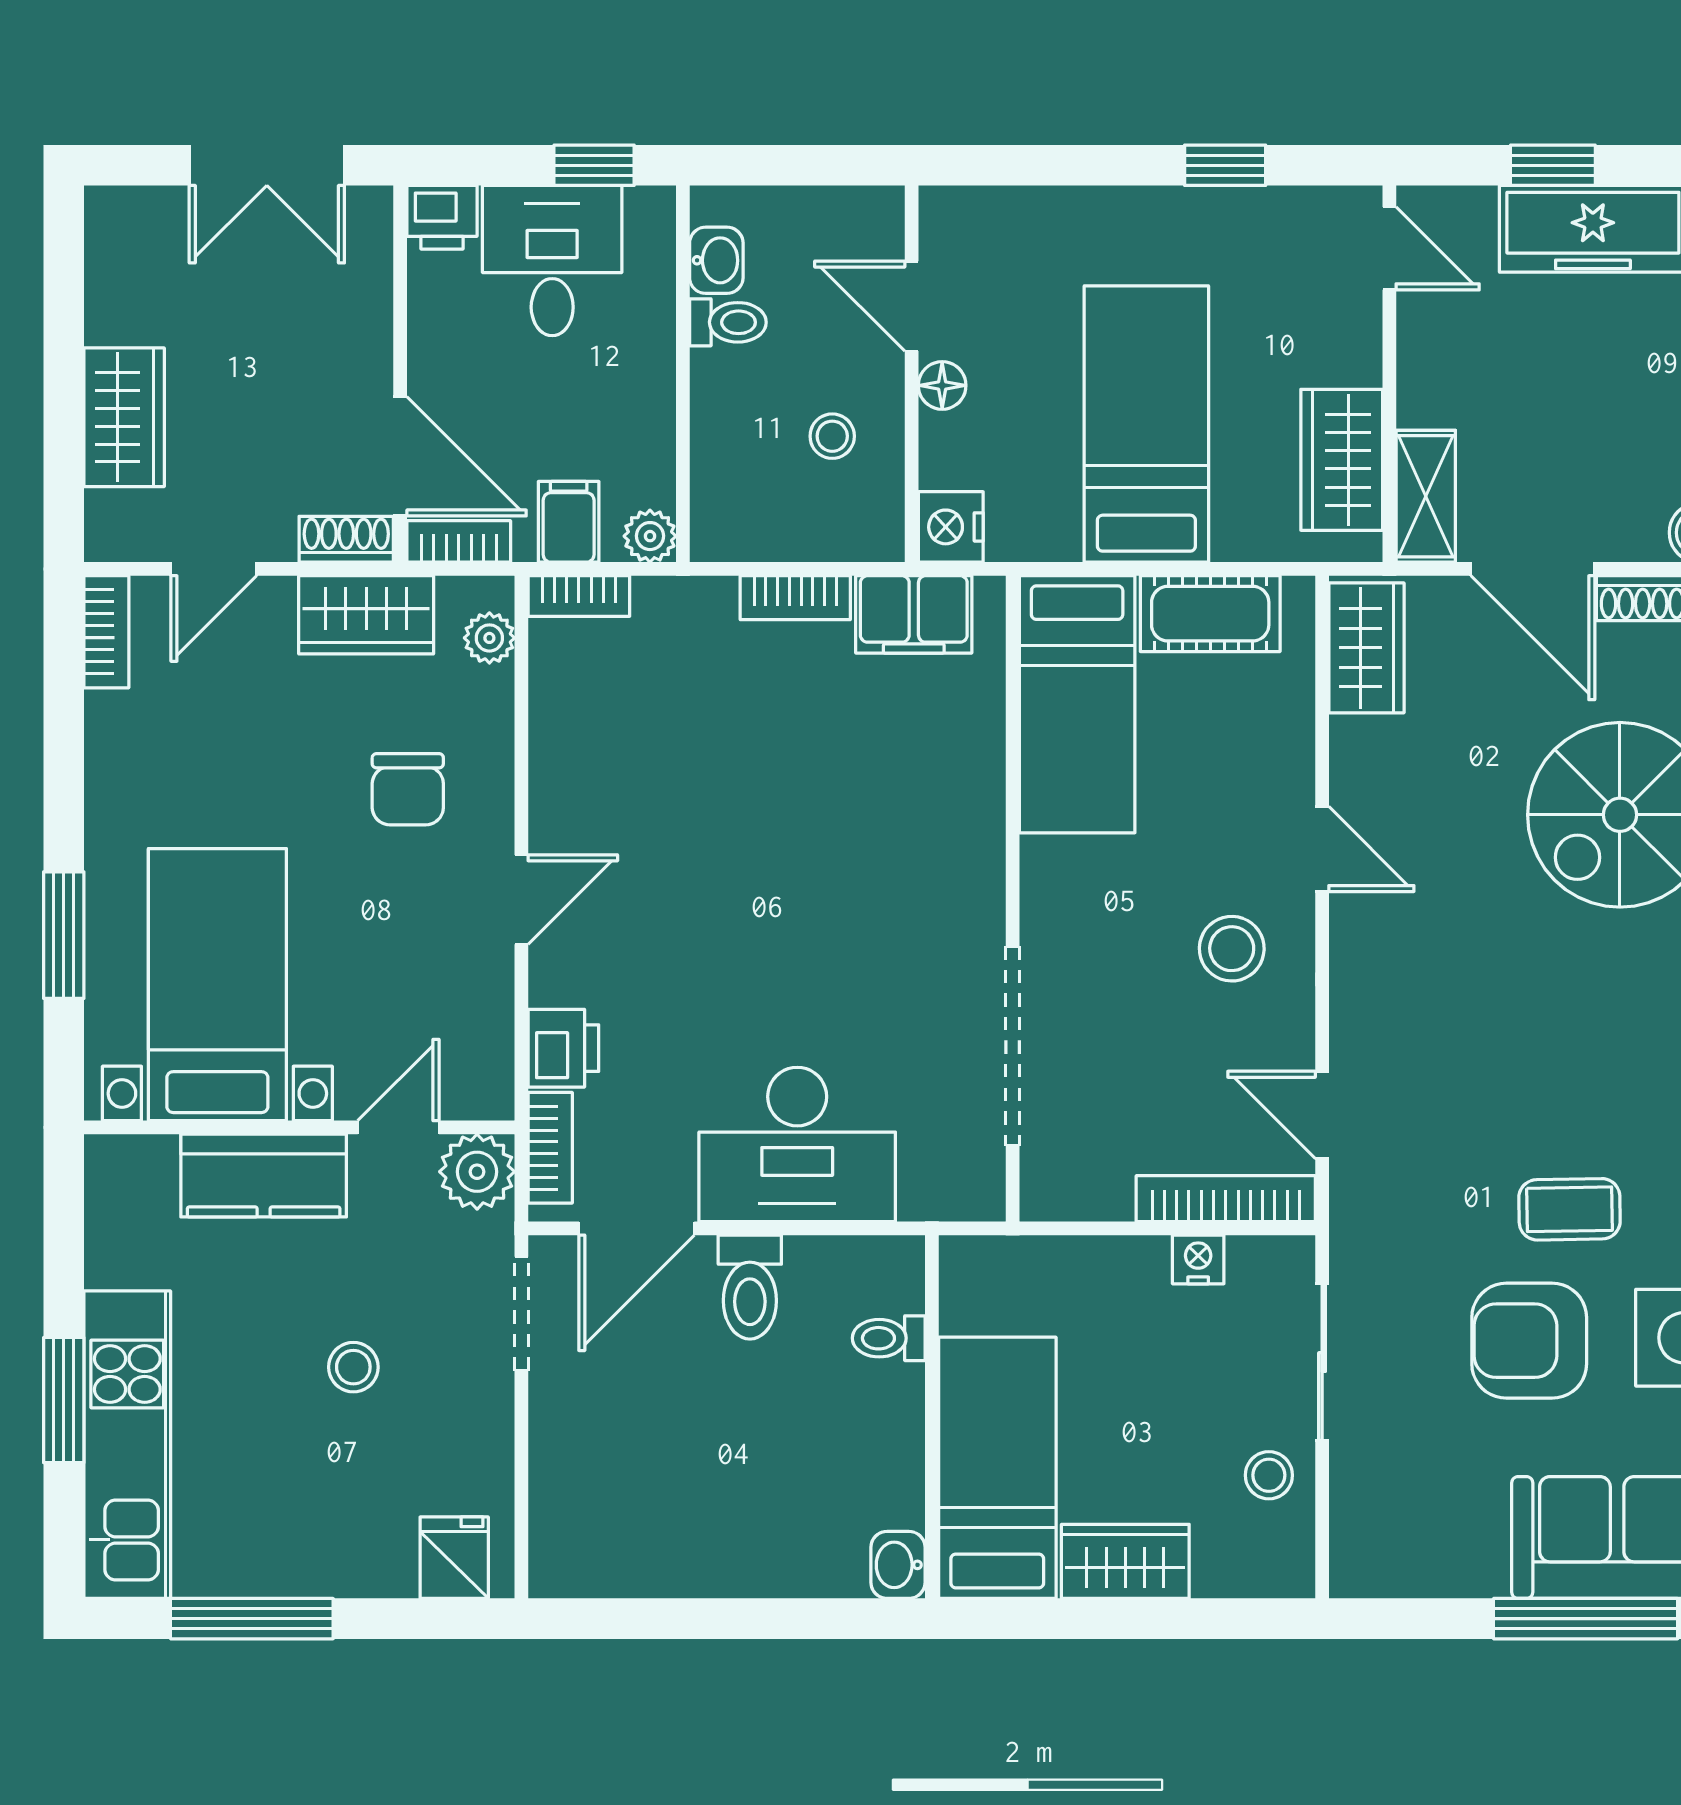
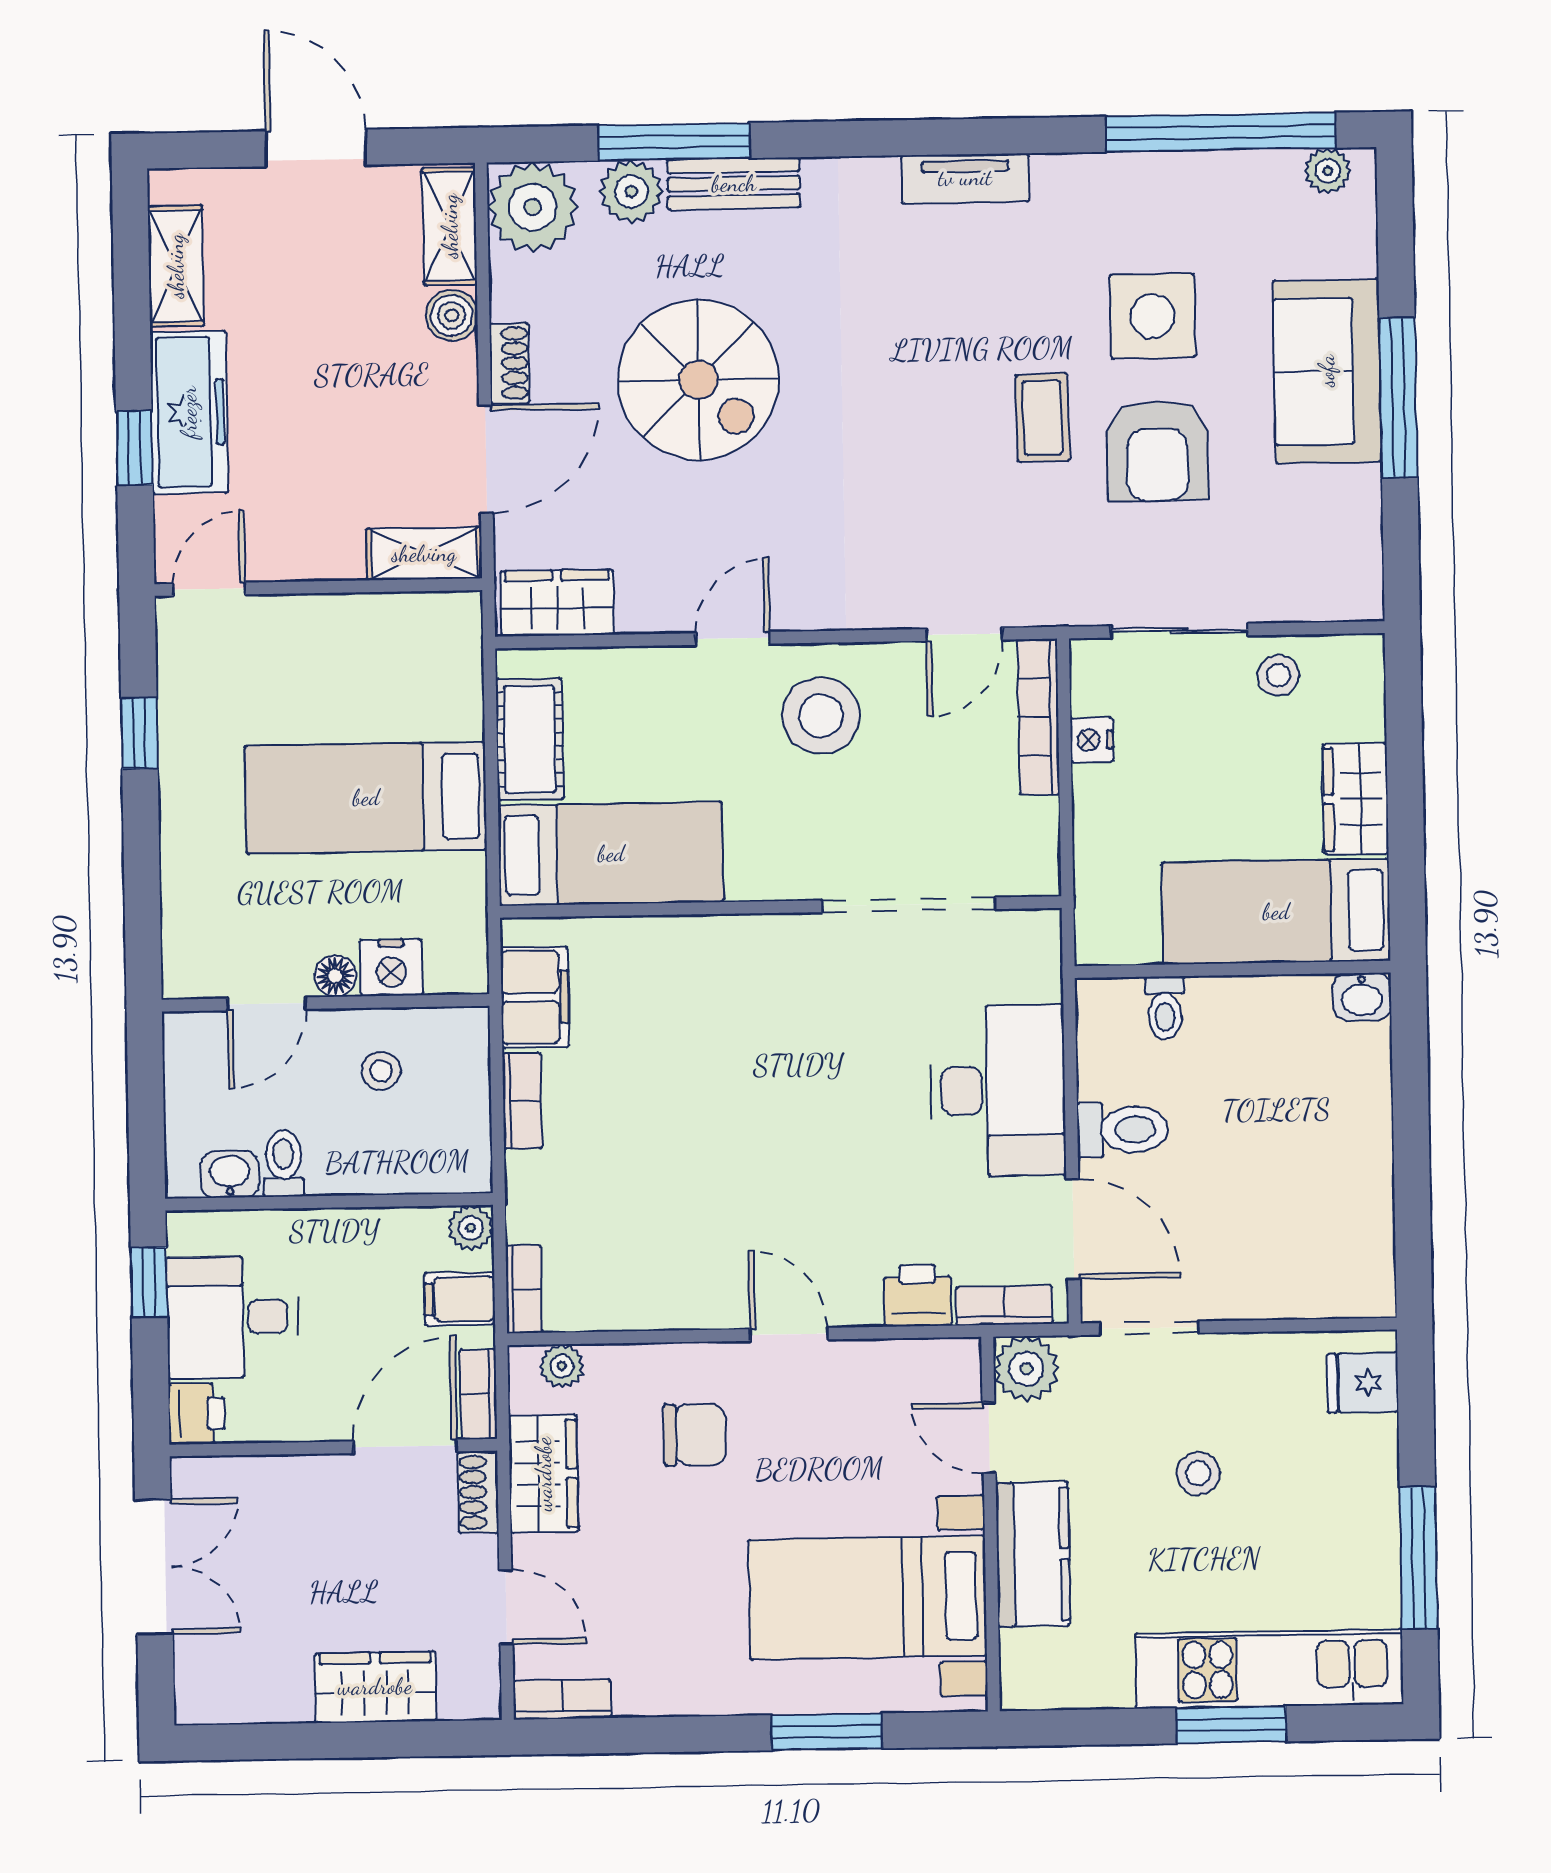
wardrobe: (1342, 460) -> (394, 627), removed
nightstand: (951, 527) -> (391, 968), moved
stool: (1232, 949) -> (821, 716), width x1.38, depth x1.38

